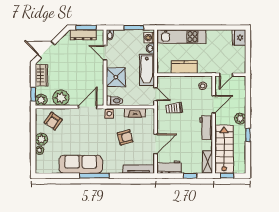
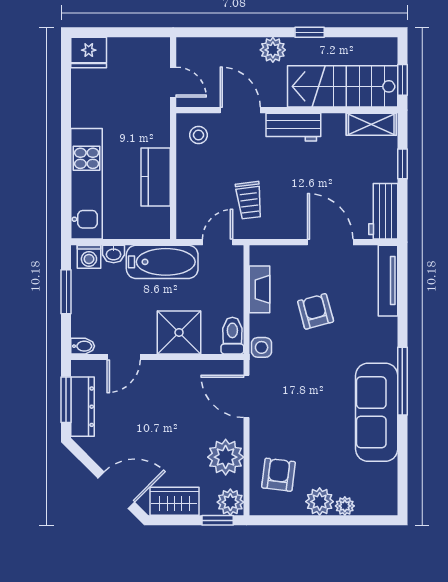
door: (46, 50) -> (116, 490), swing flipped
armchair: (53, 121) -> (278, 475), turned -118

